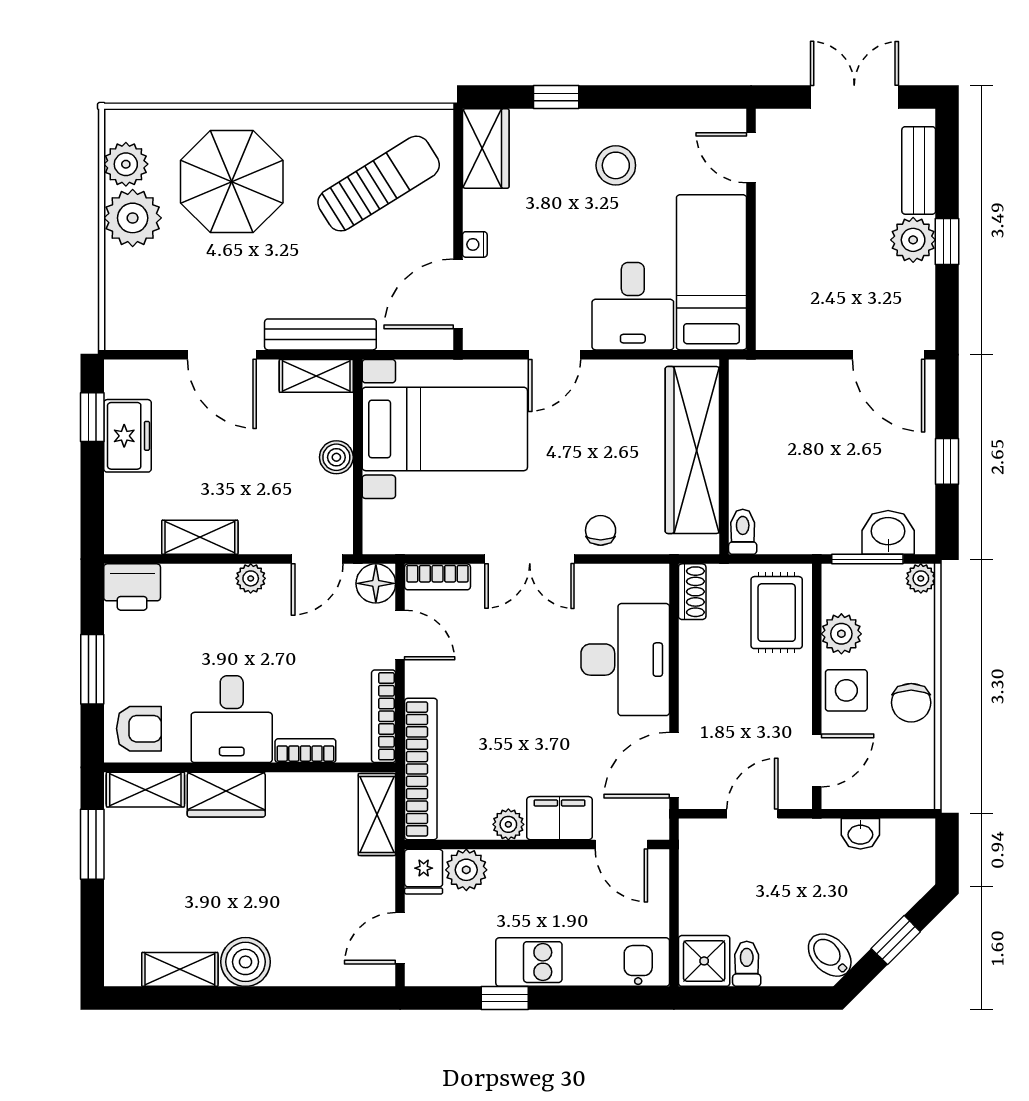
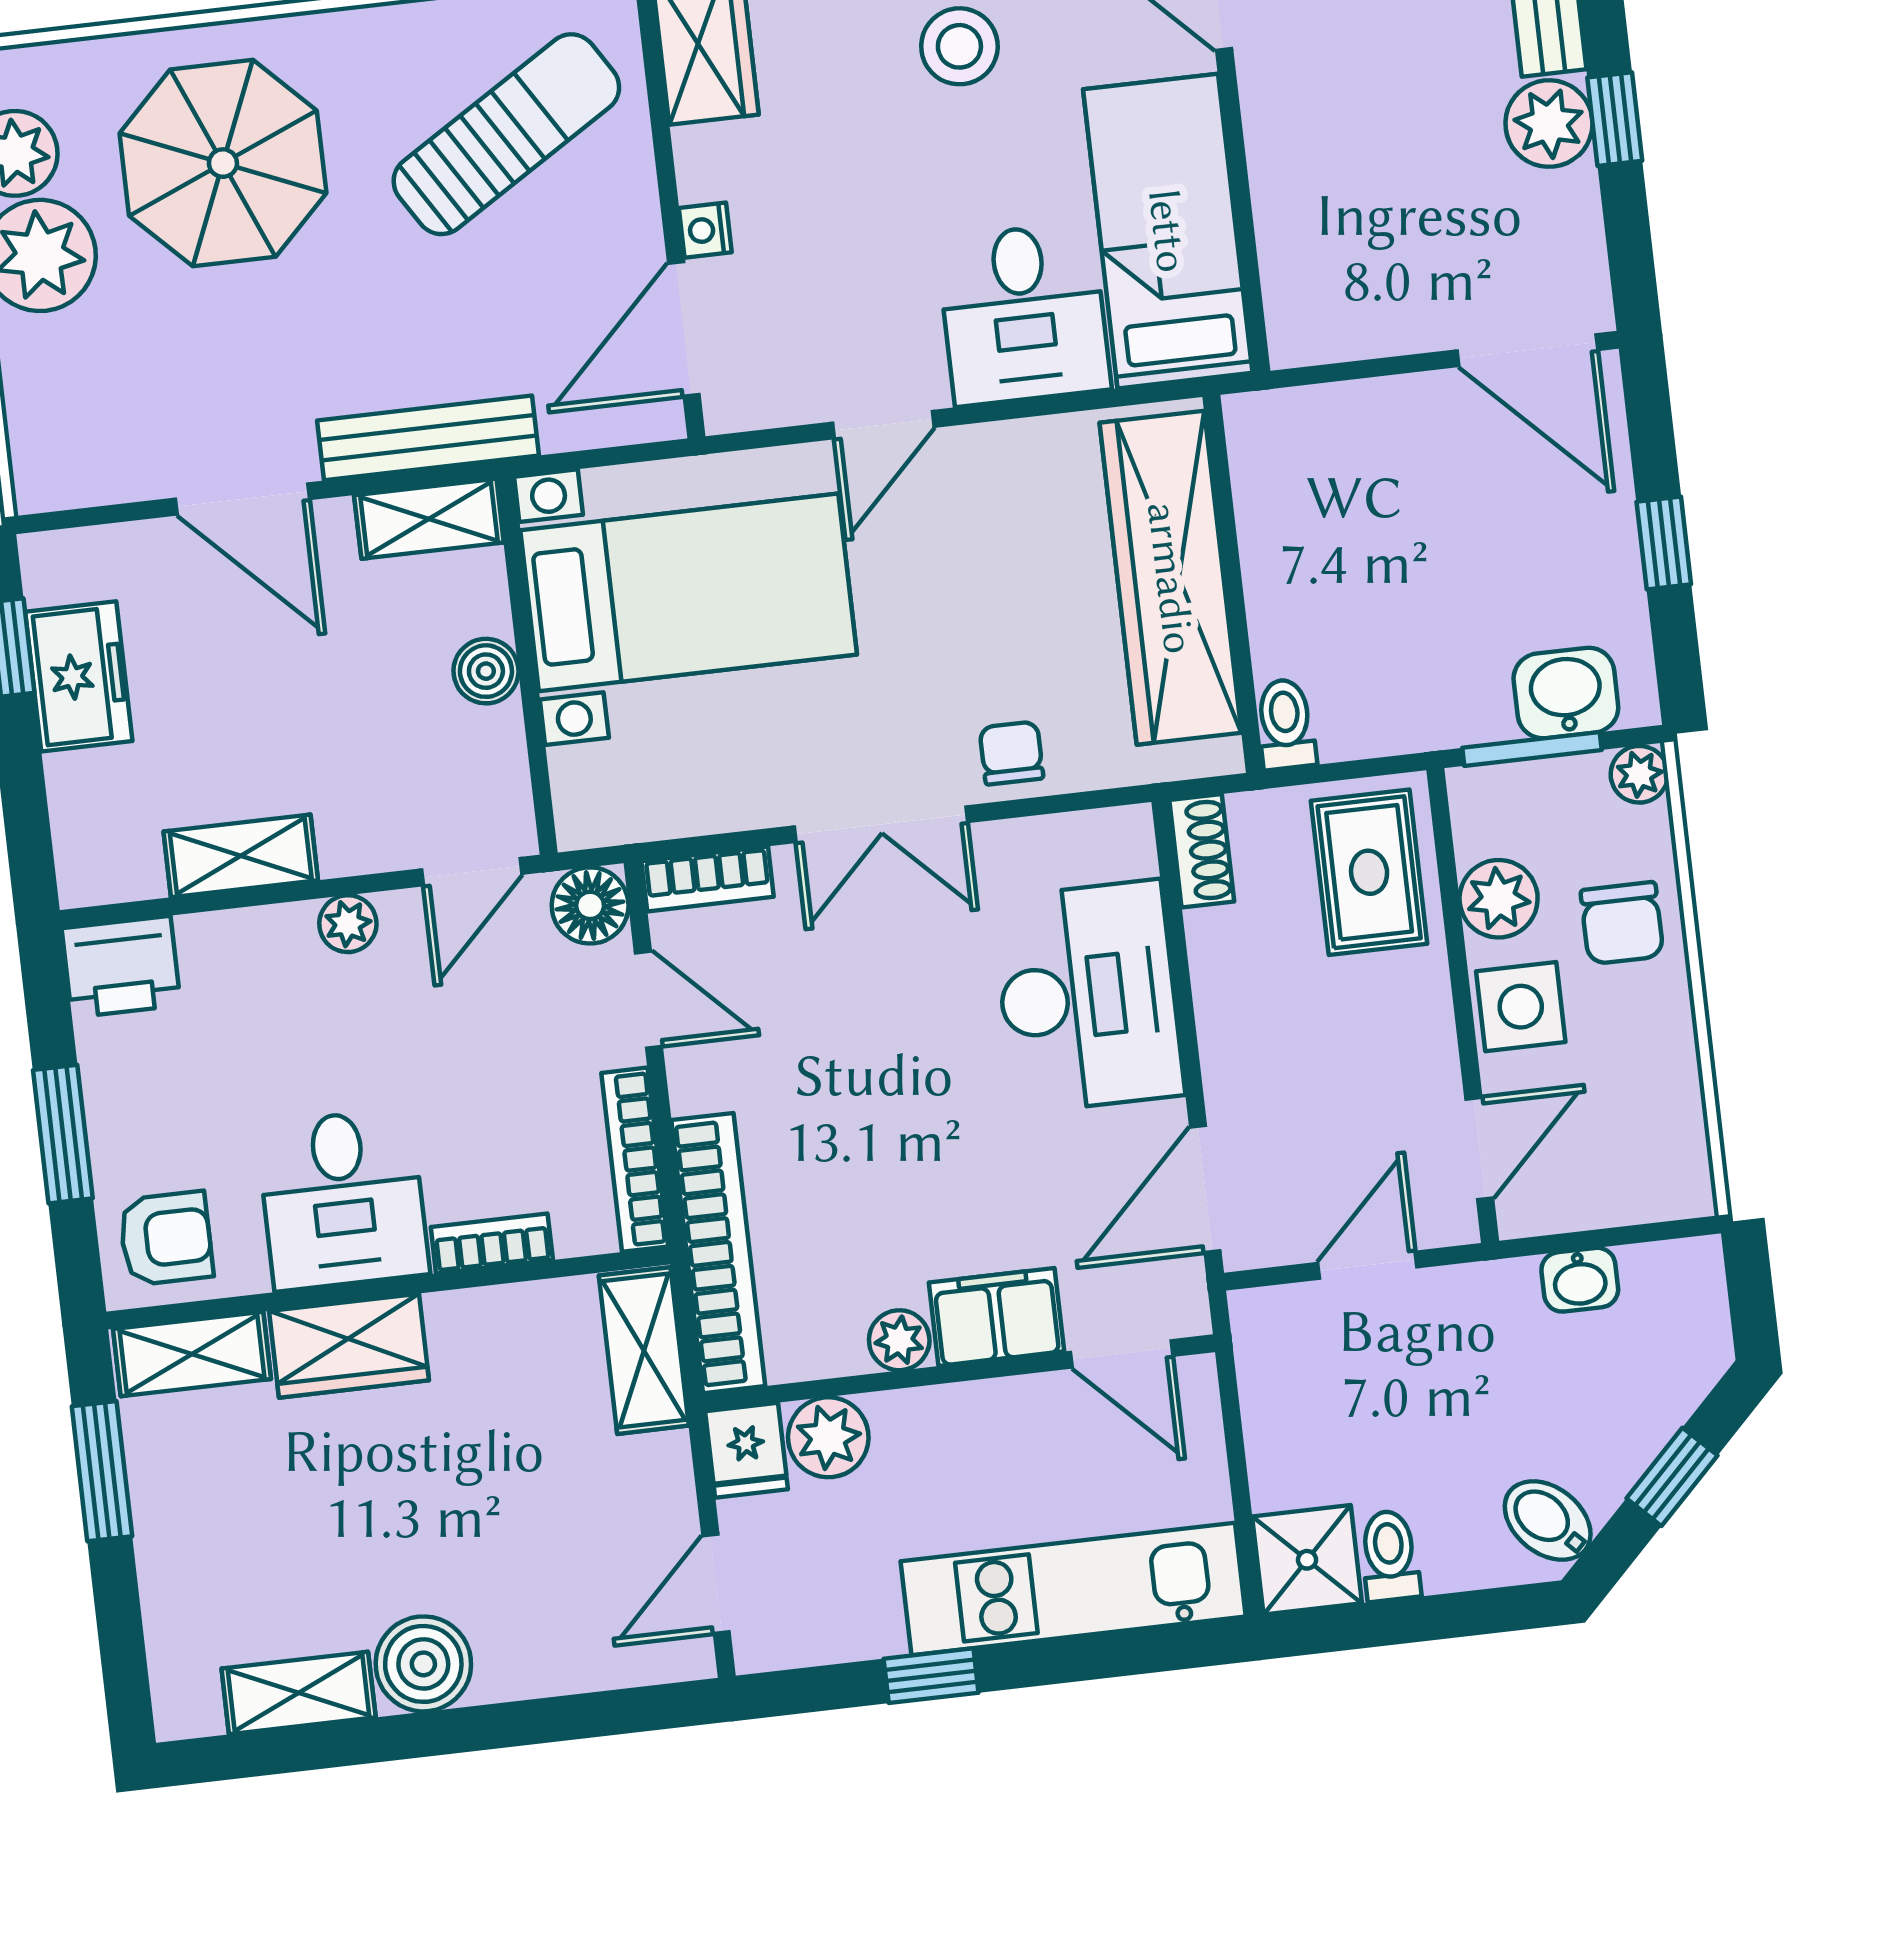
chair: (911, 703) -> (1622, 923), moved

